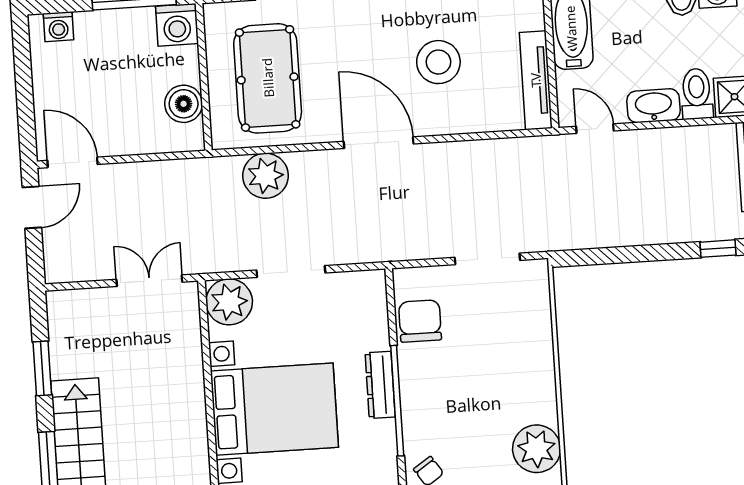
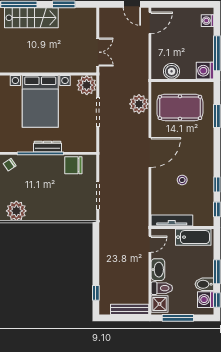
stool: (438, 62) -> (182, 180), width x0.53, depth x0.53
chair: (420, 321) -> (73, 165), turned 180

